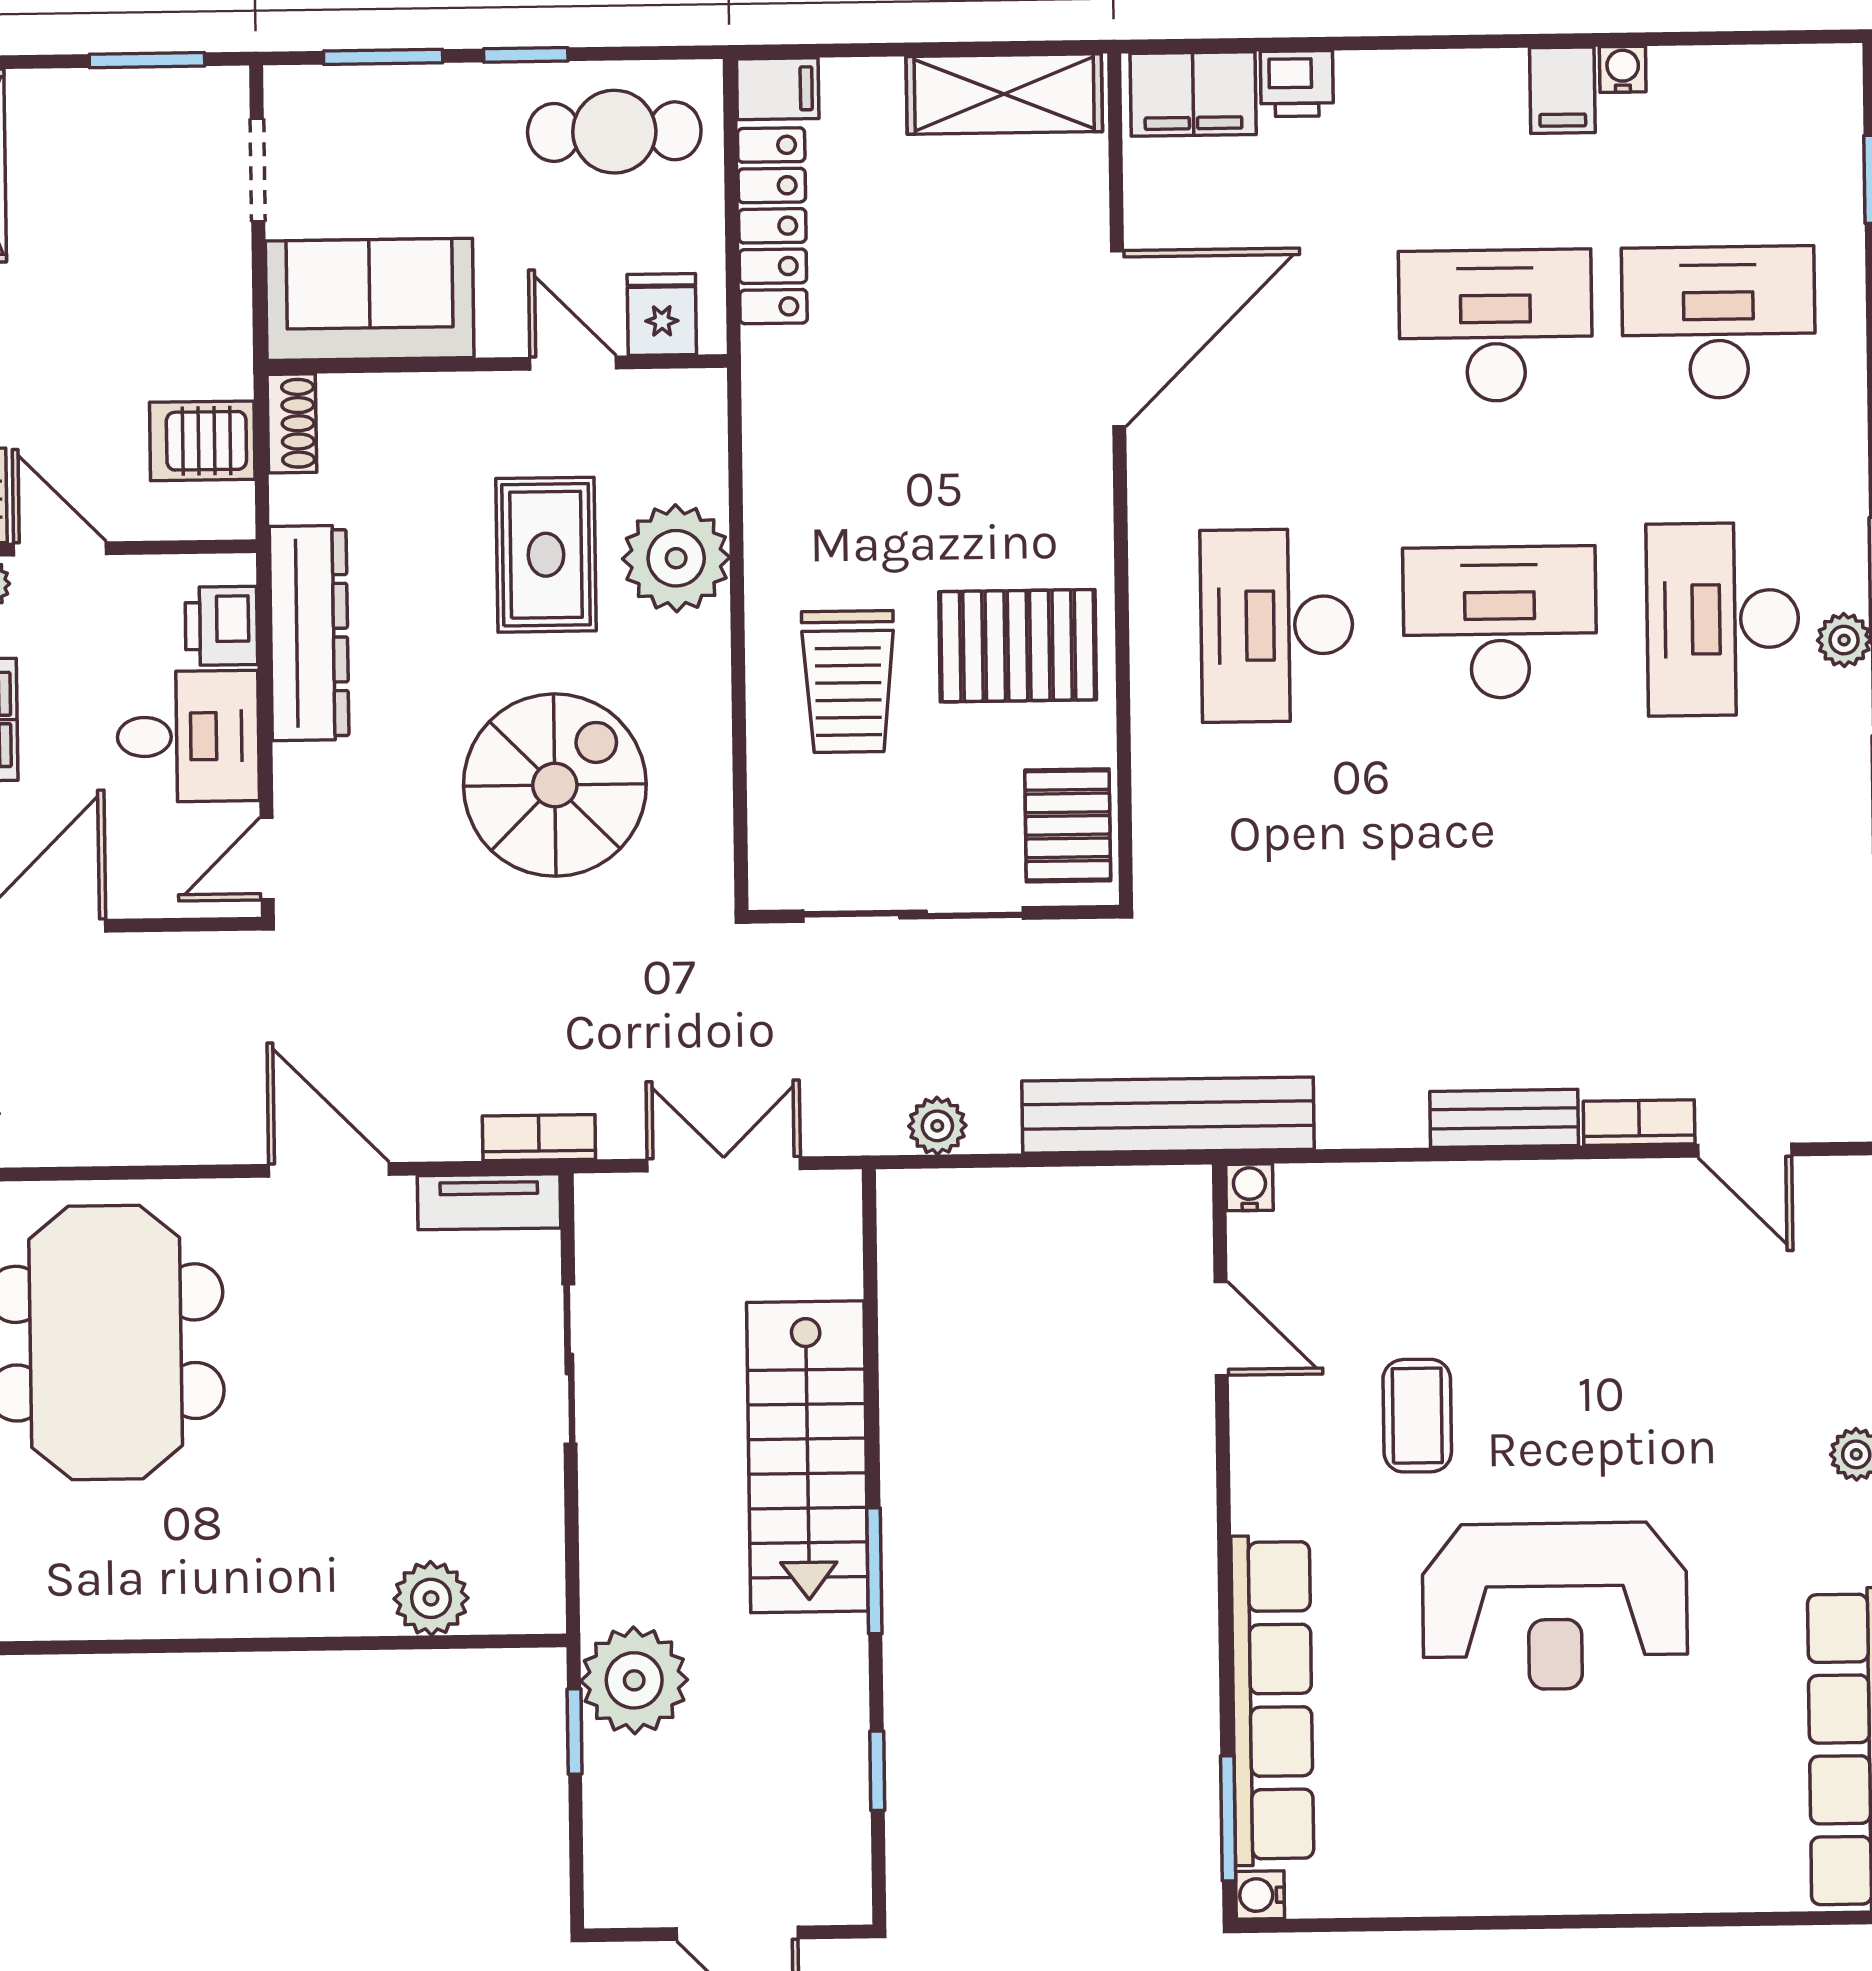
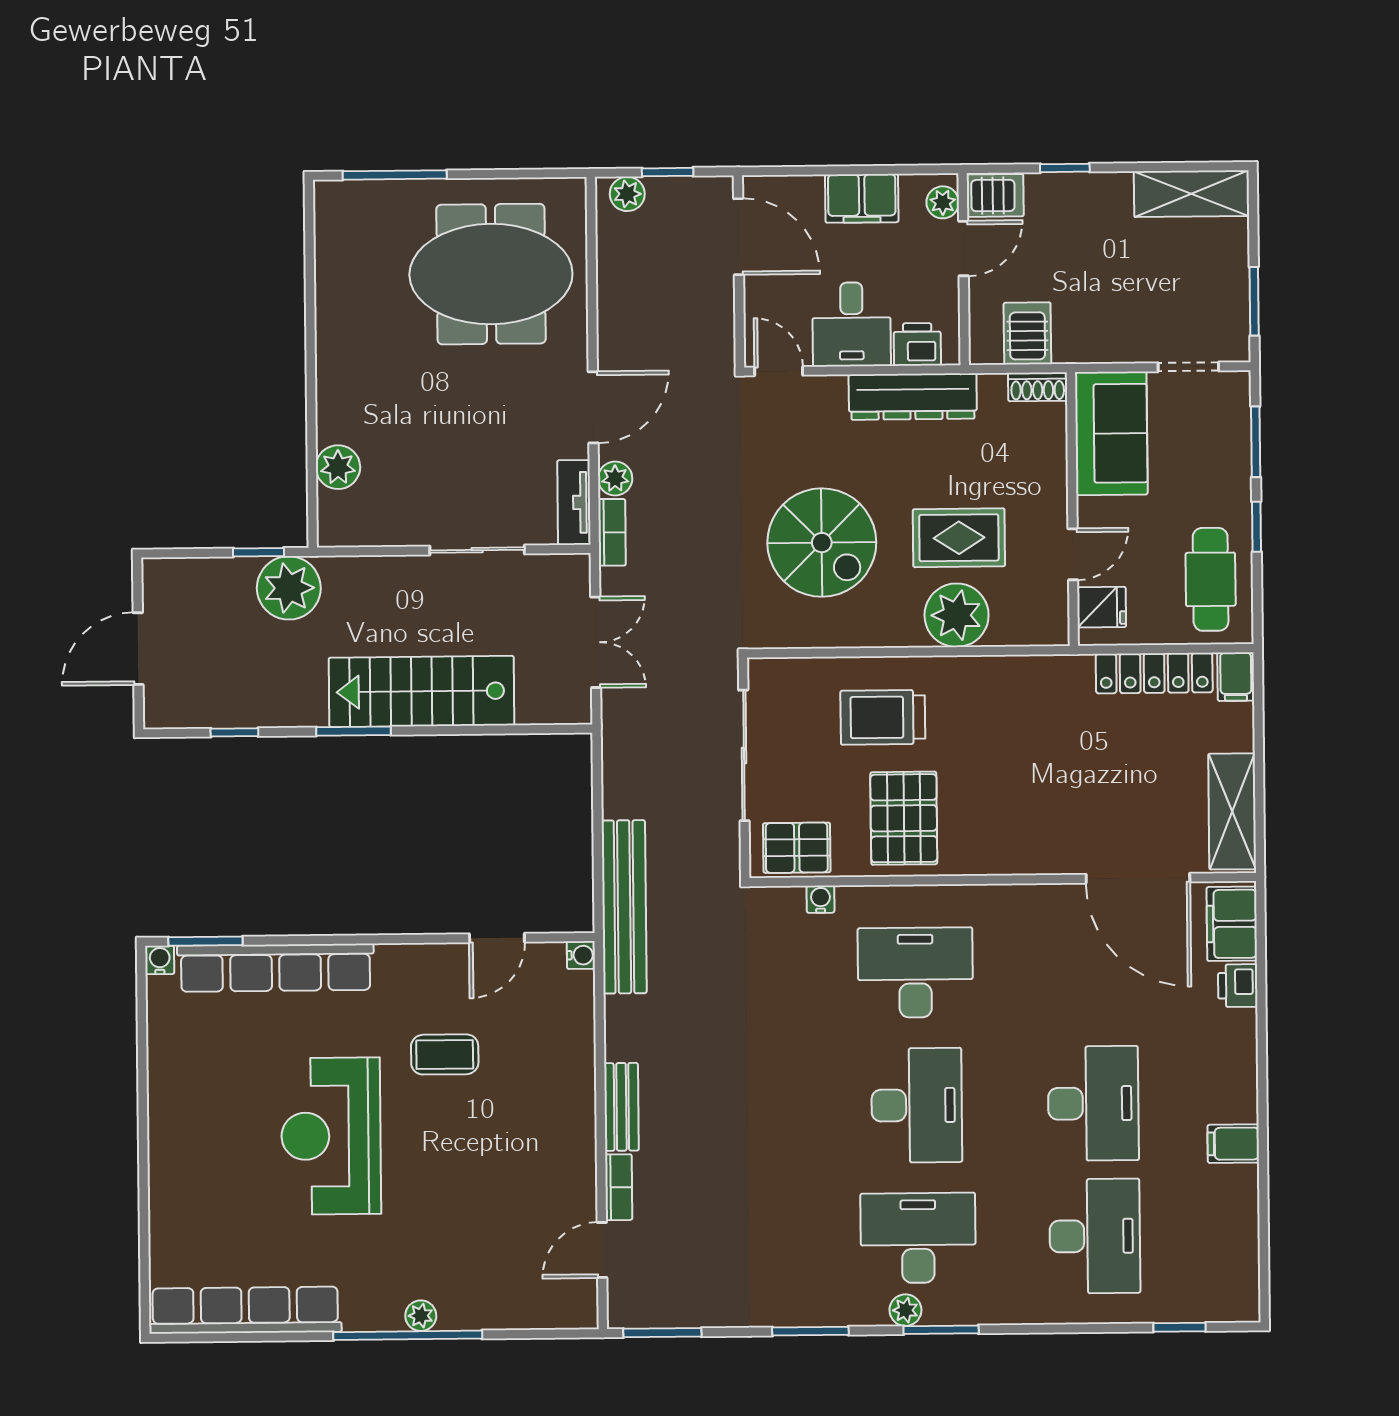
water cooler: (1623, 69) -> (820, 899), moved, turned -90
door: (1118, 339) -> (1138, 878), moved
plant: (937, 1126) -> (615, 478), moved

